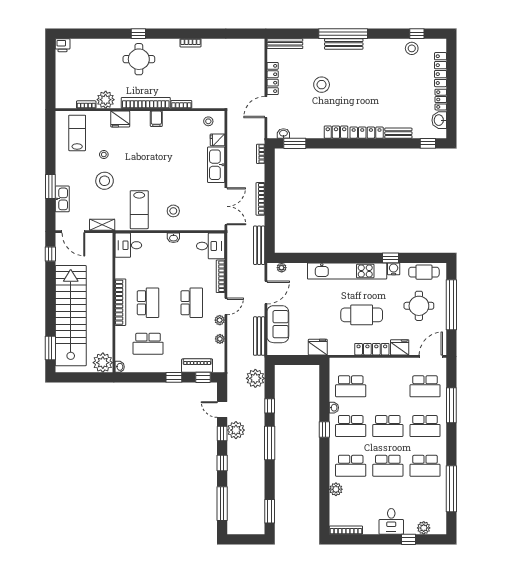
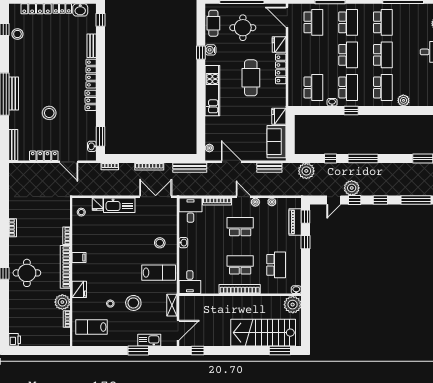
kitchen unit: (347, 271) -> (212, 91), width x0.73
stairs: (71, 316) -> (263, 333), width x0.73
sofa: (278, 324) -> (277, 142), moved, turned -90
bench: (259, 336) -> (269, 168), width x0.73

